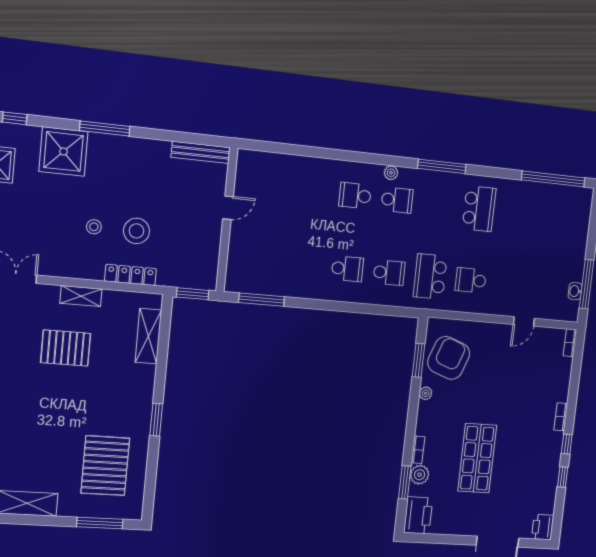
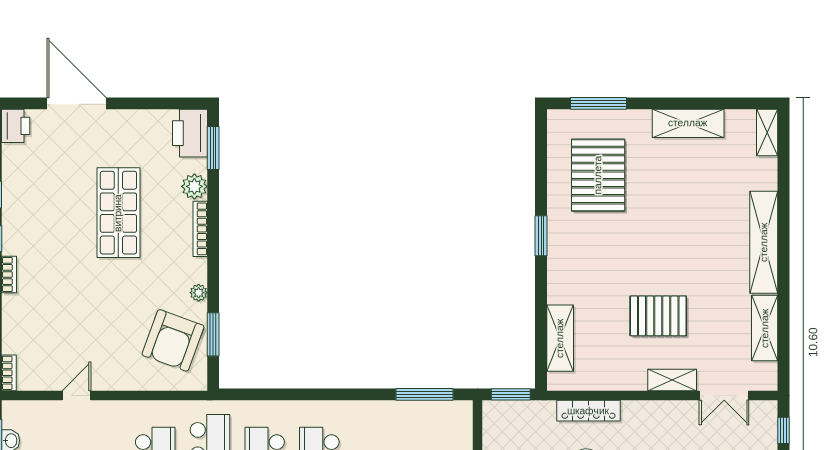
shelving: (81, 296) -> (672, 380), moved
bookcase: (418, 450) -> (200, 229), width x1.56
window: (405, 482) -> (213, 148), moved

